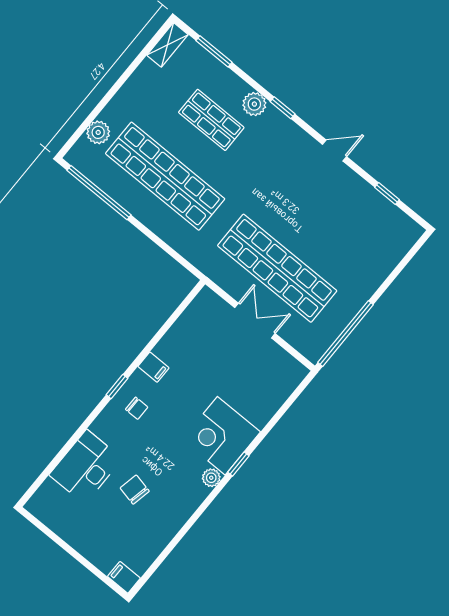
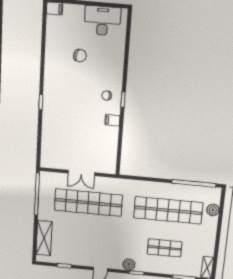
plant: (254, 104) -> (129, 265), moved
shelving: (386, 258) -> (44, 238), added
corner desk: (221, 436) -> (58, 110), removed
desk: (86, 467) -> (102, 21), moved, turned -90
plant: (211, 478) -> (49, 87), removed

